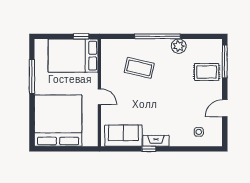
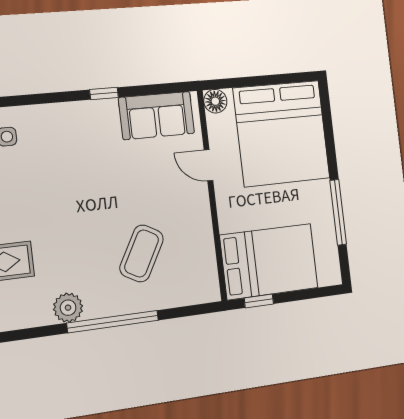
coffee table: (139, 68) -> (142, 253), turned -74
door: (99, 97) -> (208, 165), moved
floor lamp: (92, 140) -> (215, 101), added
fireplace: (156, 141) -> (92, 111), removed

